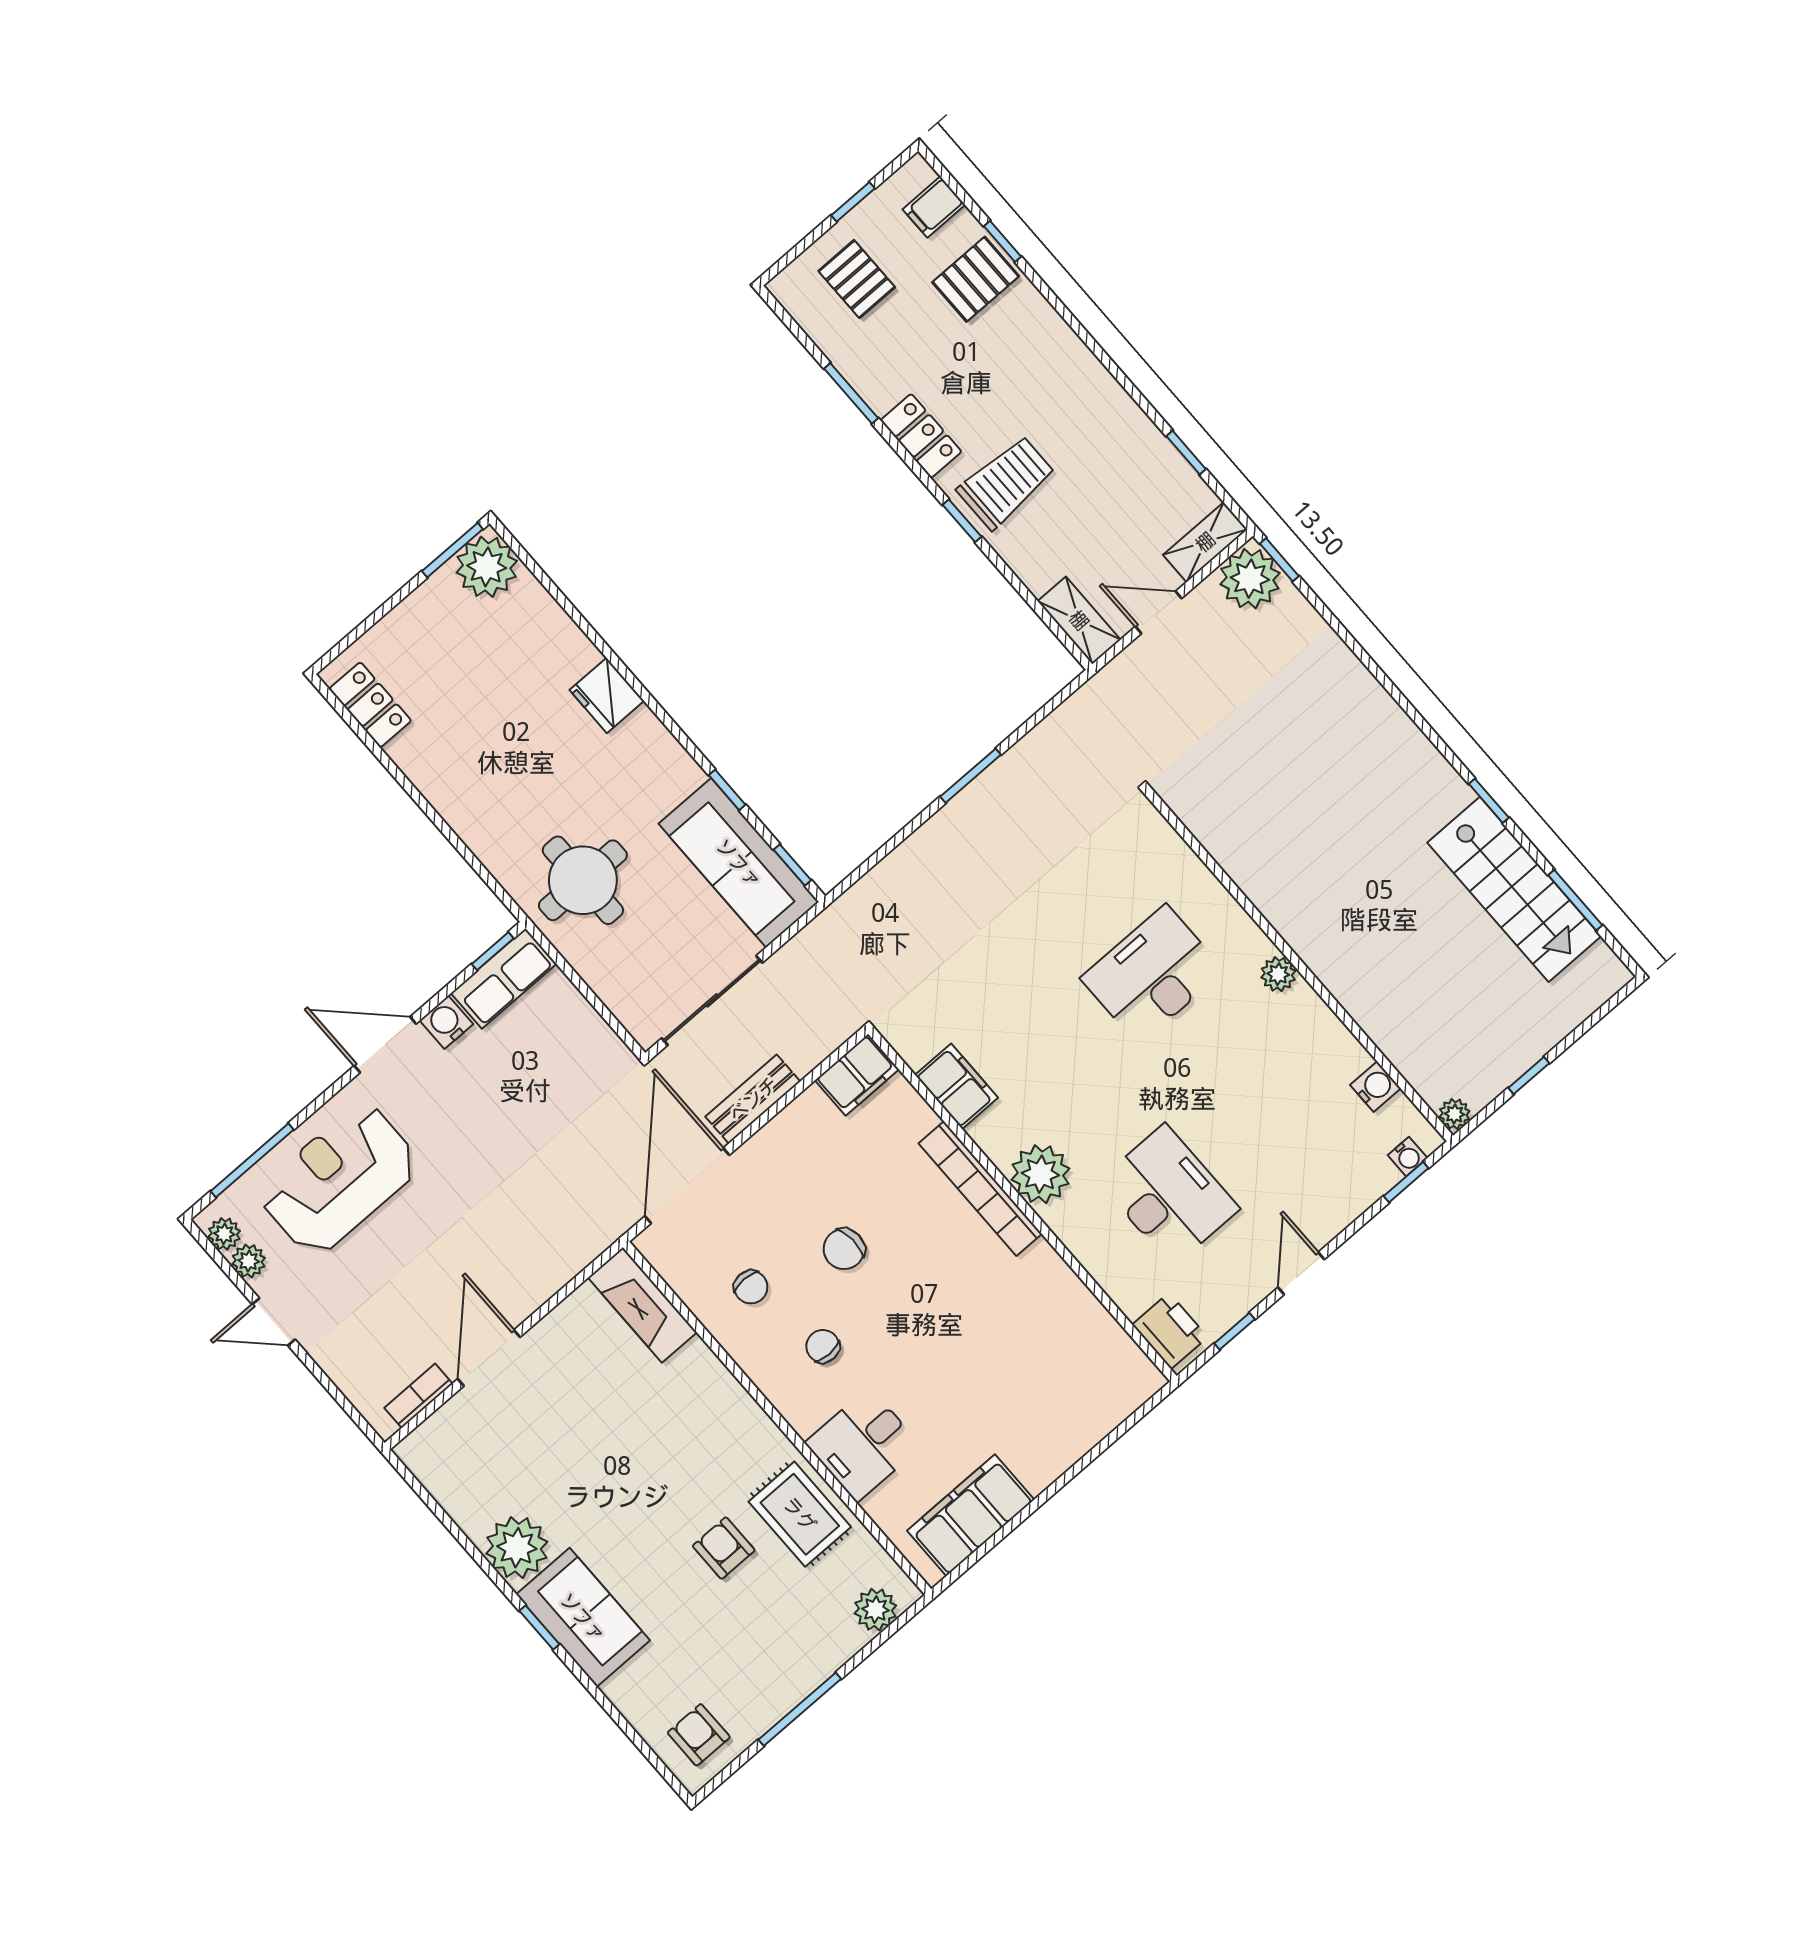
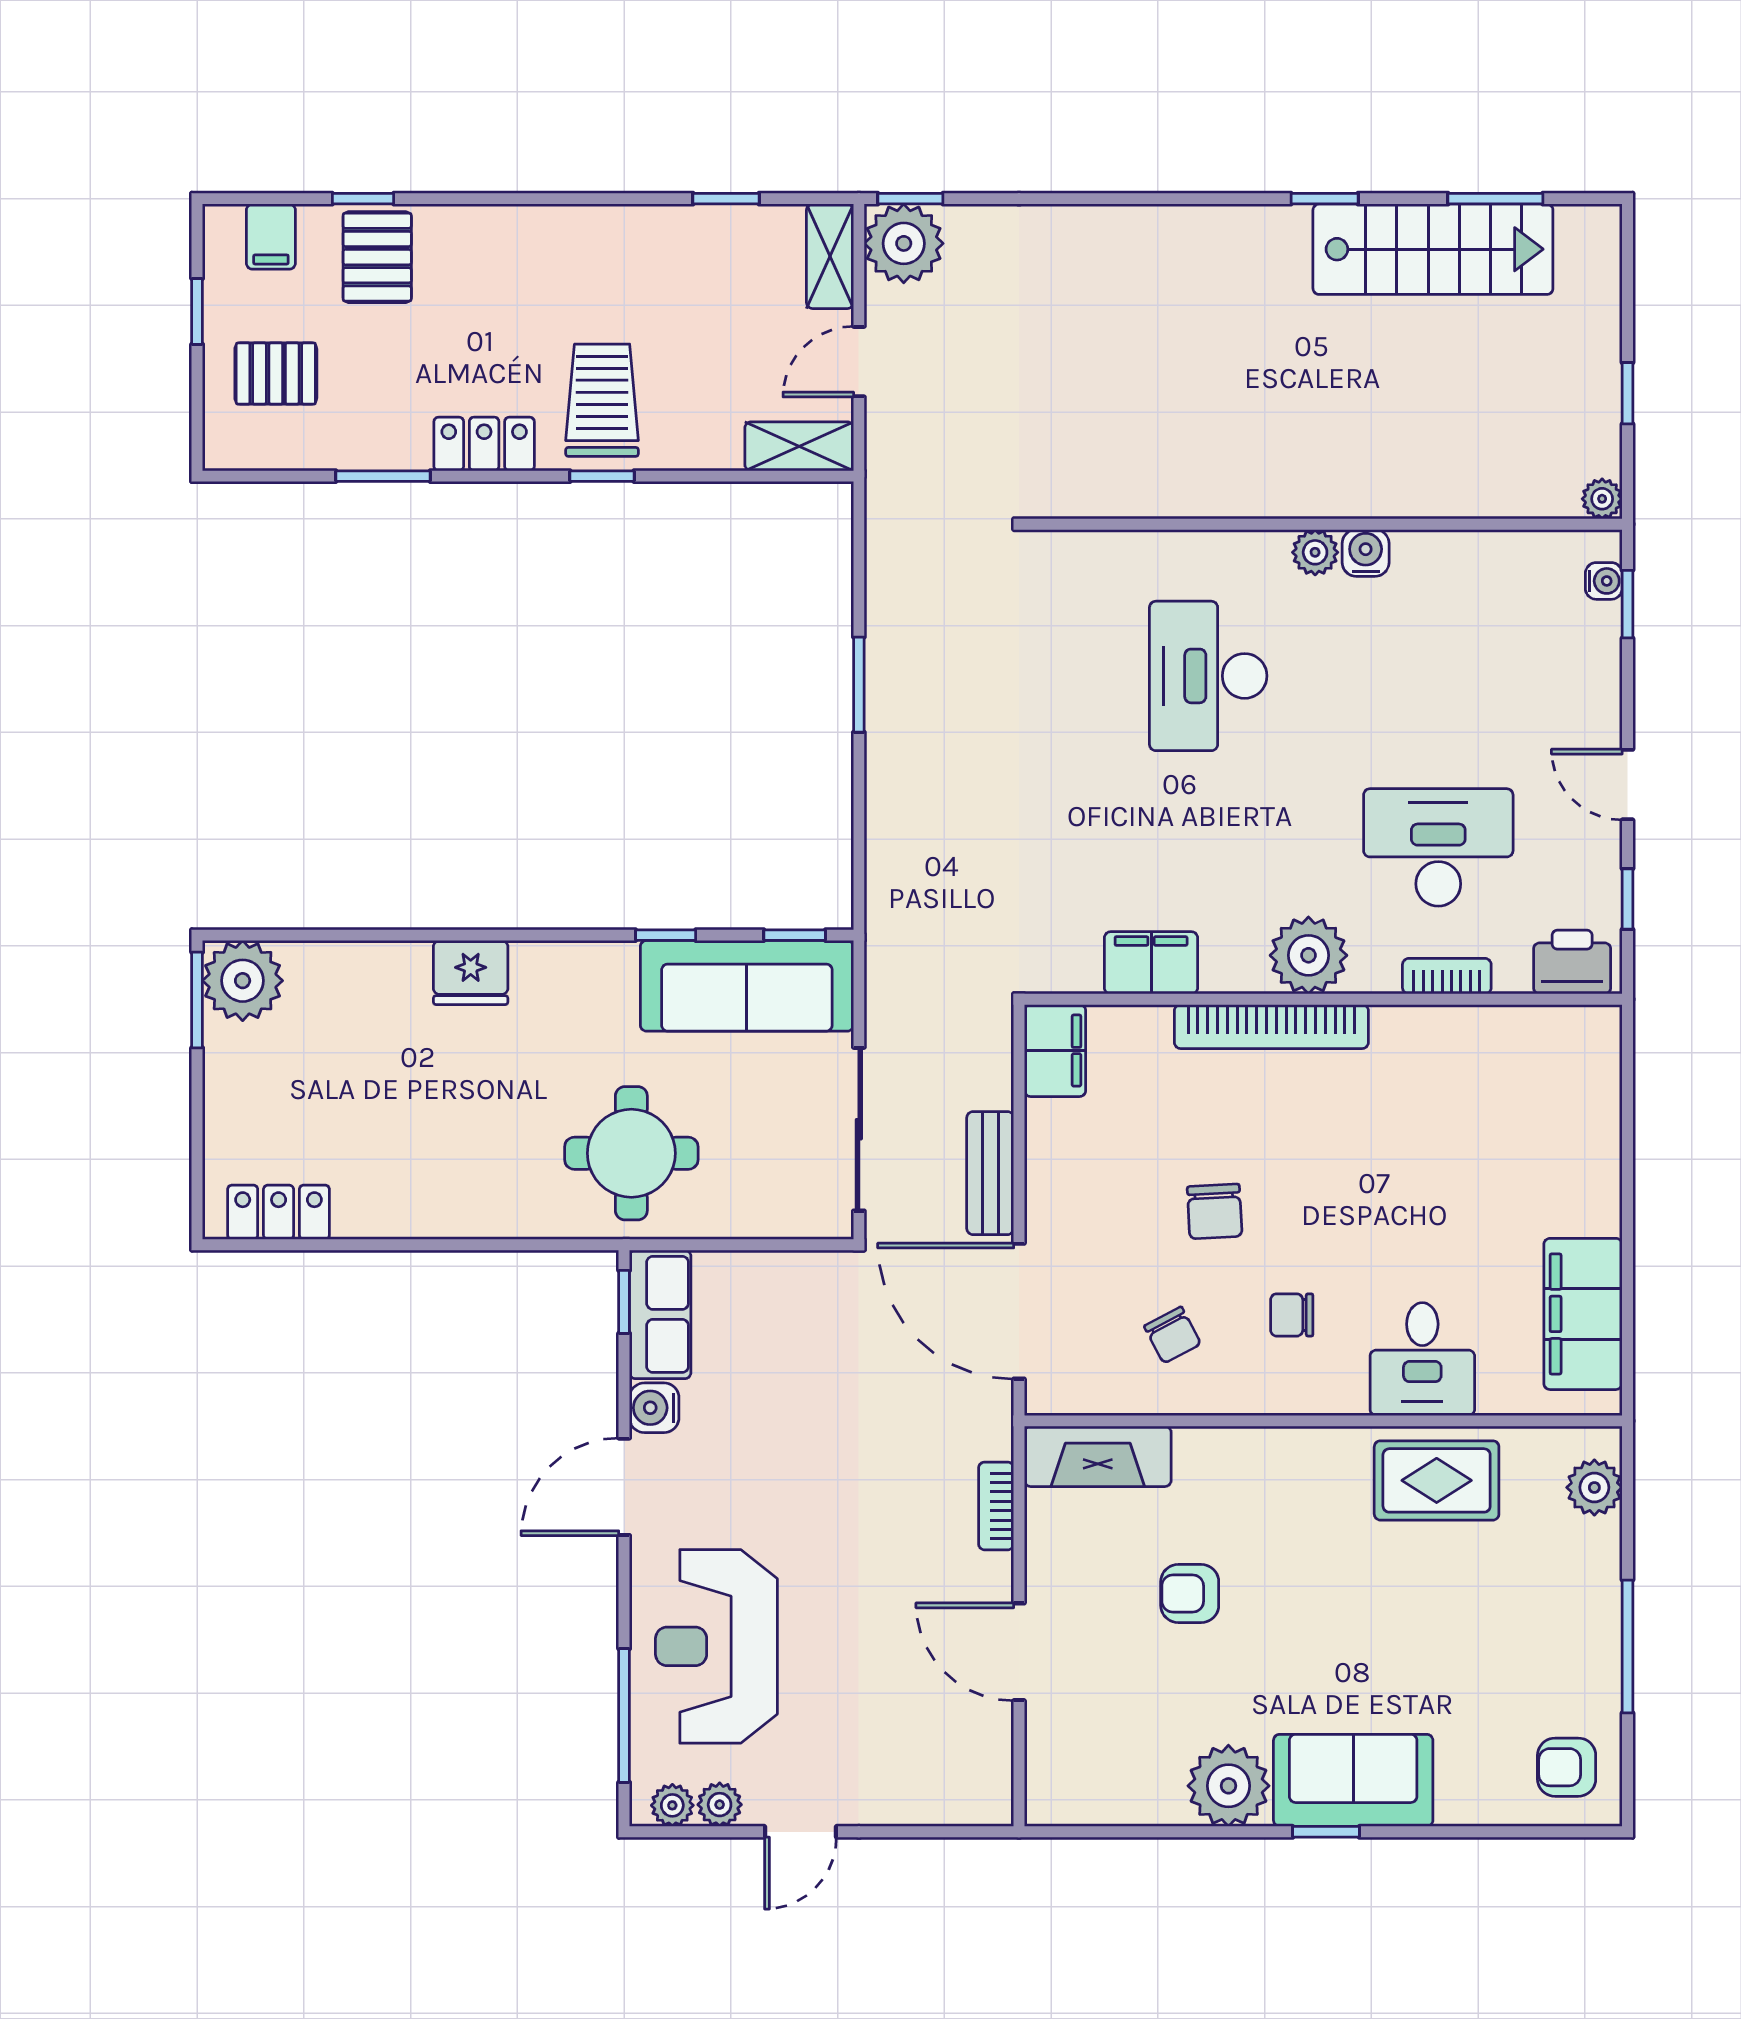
water cooler: (1375, 1087) -> (1366, 553), moved
bookcase: (1098, 1265) -> (1447, 976), added
chair: (751, 1287) -> (1173, 1335), turned 62
bookcase: (418, 1396) -> (996, 1506), moved
armchair: (724, 1548) -> (1190, 1594), moved

